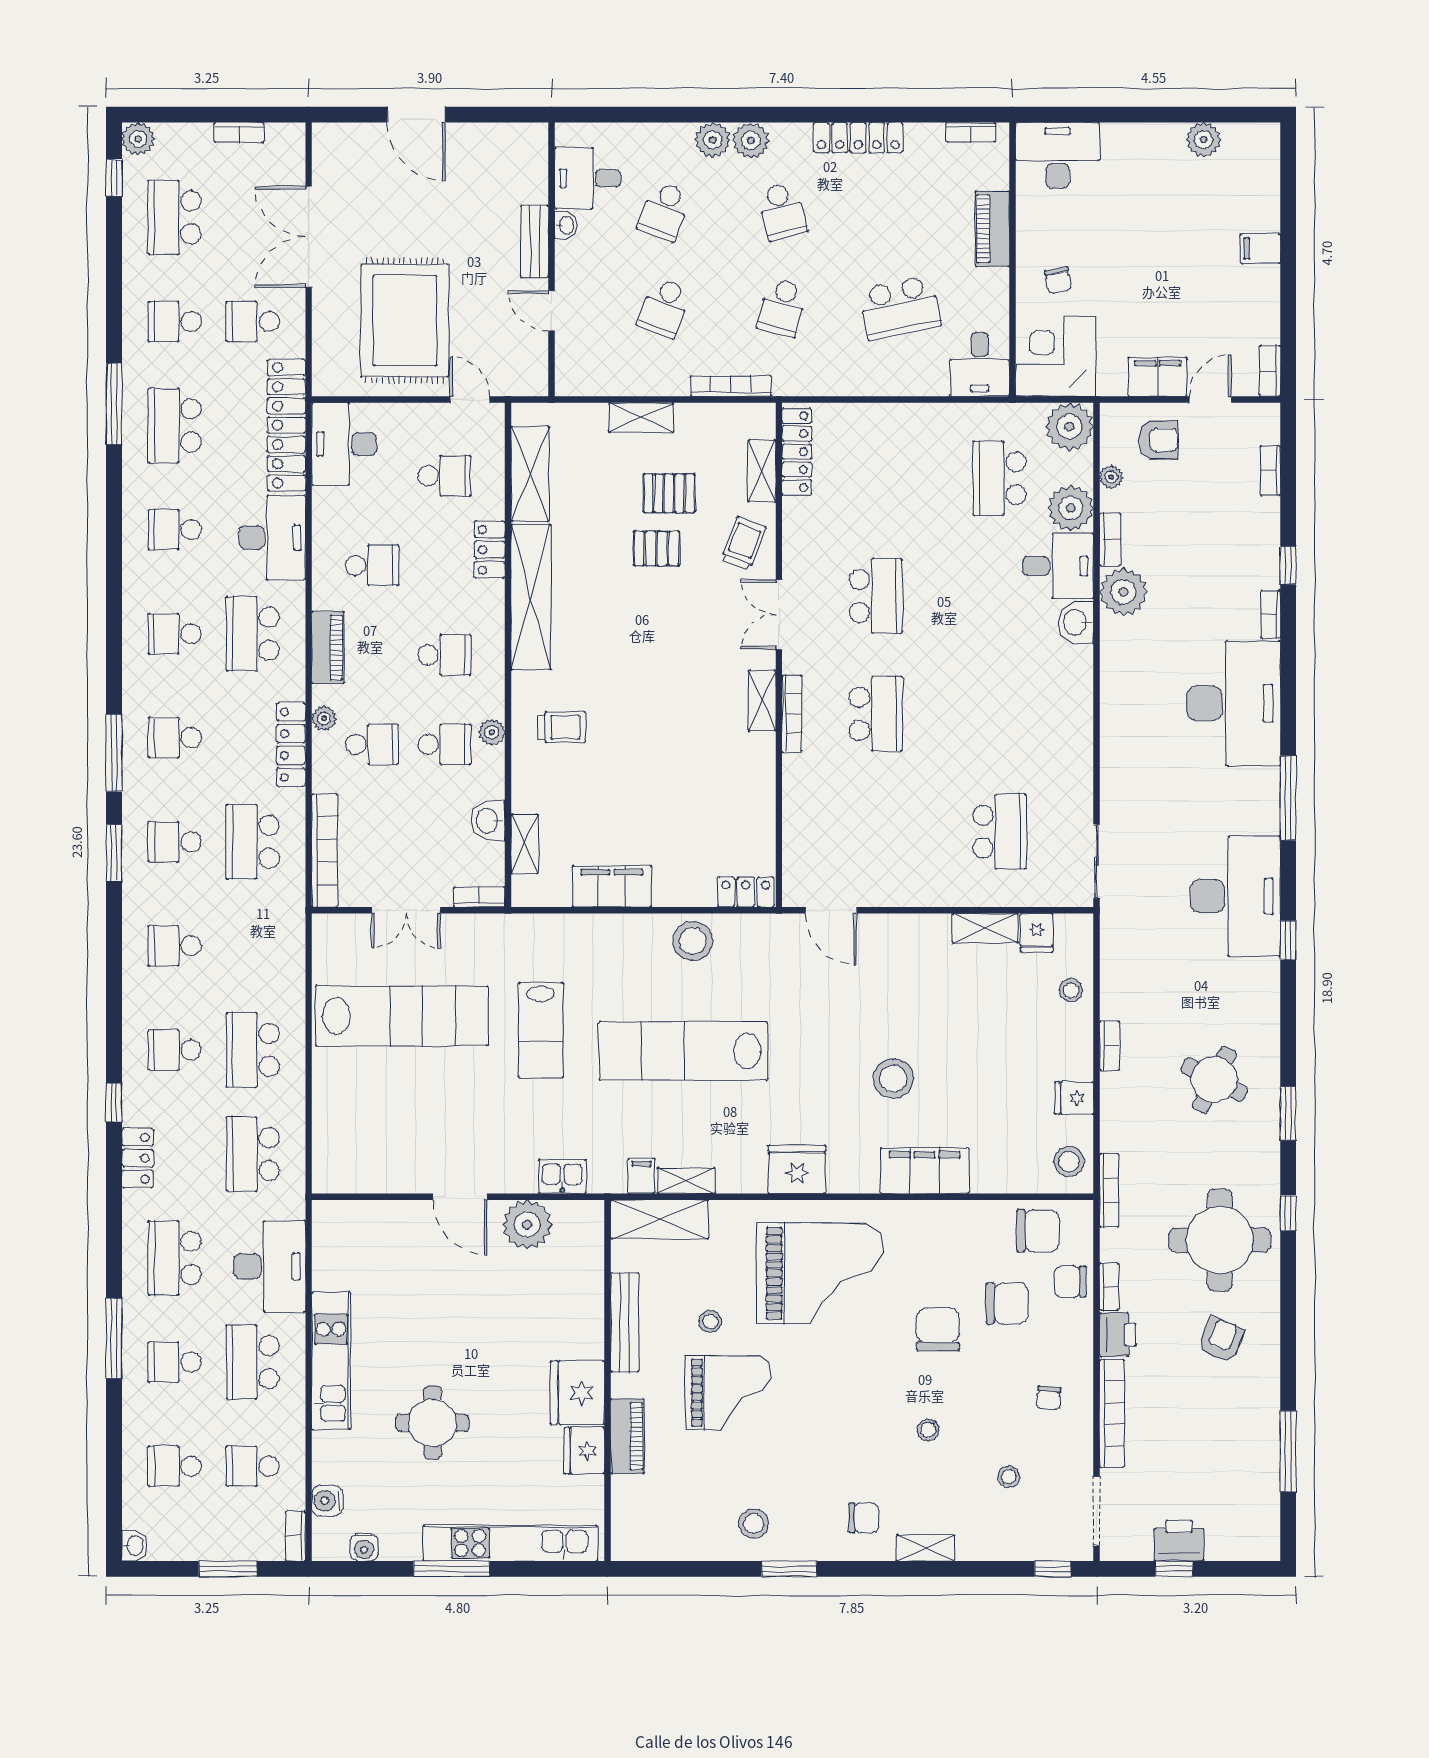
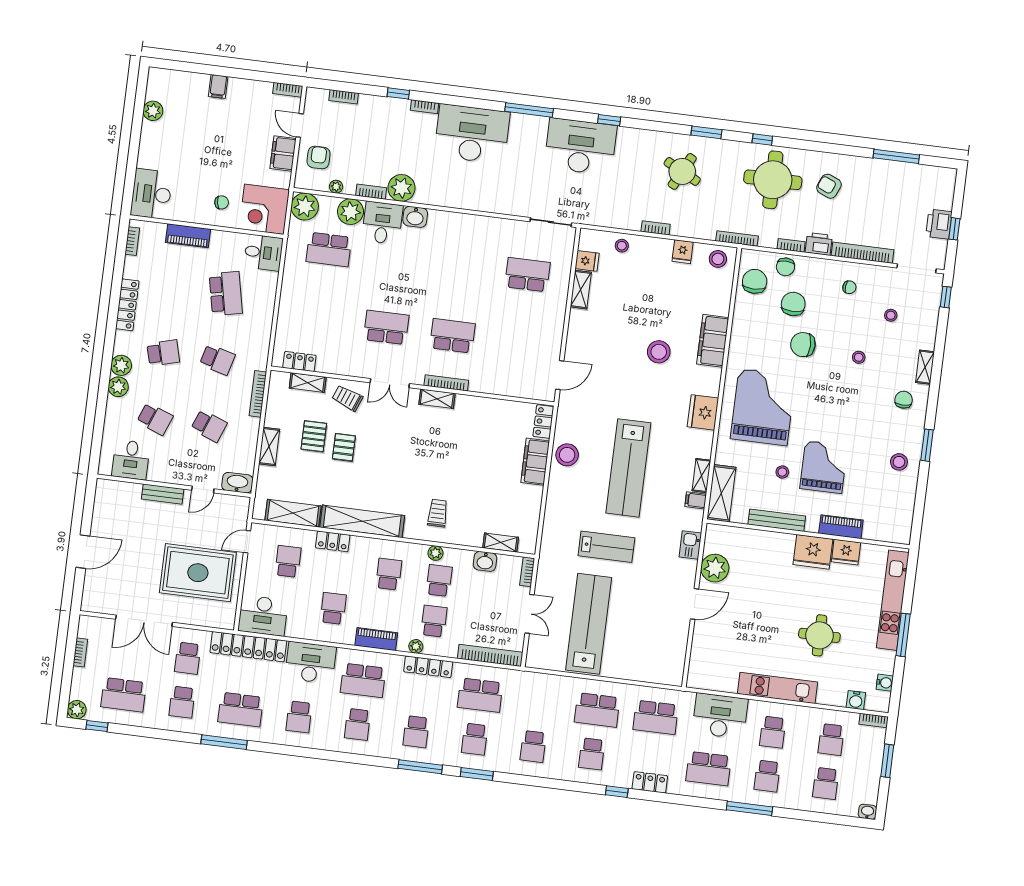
washbasin: (566, 225) -> (237, 483), moved, width x1.91, depth x1.45
locker: (797, 452) -> (299, 362), width x0.66
filing cabinet: (612, 887) -> (535, 462), moved
school desk: (253, 1362) -> (773, 732), width x0.54

